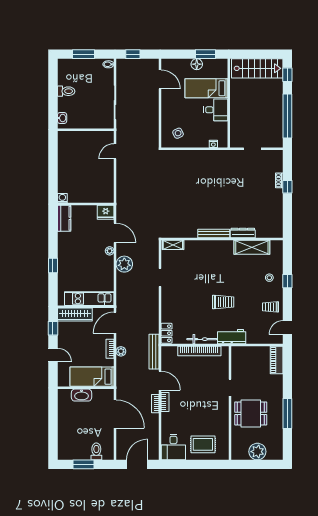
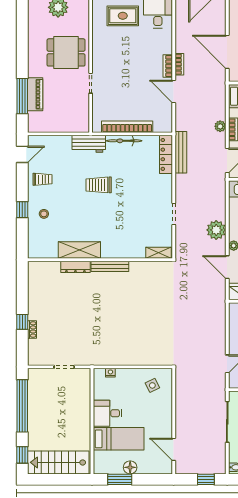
shelving: (252, 247) -> (79, 250), moved
locker: (167, 333) -> (166, 154), width x1.53
bench: (154, 352) -> (181, 152), moved
piano: (277, 360) -> (35, 94), moved
window: (287, 413) -> (22, 96), moved

